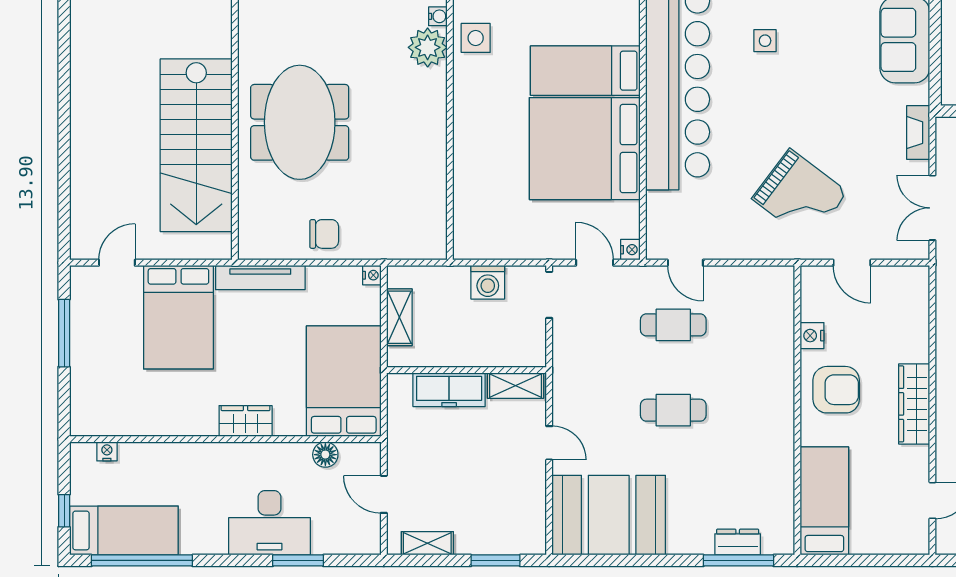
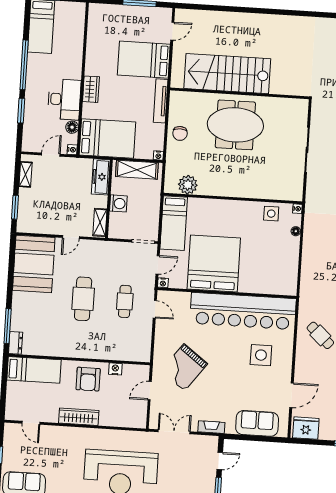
water cooler: (438, 16) -> (283, 196), removed
side table: (765, 41) -> (261, 355), width x1.87, depth x1.87
plant: (428, 47) -> (188, 185), moved
bed: (585, 71) -> (174, 223), moved, turned 180
door: (117, 263) -> (172, 31), hinge flipped
door: (685, 263) -> (155, 309), swing flipped
washing machine: (488, 282) -> (118, 203), moved, turned 180
shelving: (399, 317) -> (137, 170), width x1.50, depth x1.33
freezer: (449, 390) -> (101, 177), moved
cafe table: (673, 410) -> (83, 299), width x1.37, depth x1.35
nightstand: (107, 451) -> (72, 150), moved
desk: (269, 523) -> (64, 99), moved, turned 180
dresser: (738, 542) -> (16, 343), moved
window: (142, 560) -> (24, 65), moved

